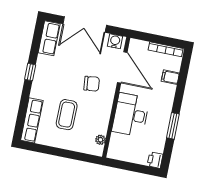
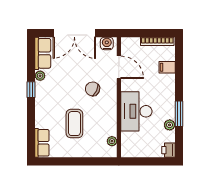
plant: (42, 60) -> (40, 76), added
door: (122, 67) -> (119, 67), width x0.73
chair: (92, 84) -> (93, 89), turned -148
row of seats: (32, 120) -> (42, 143), width x0.68
plant: (161, 135) -> (170, 125), added

